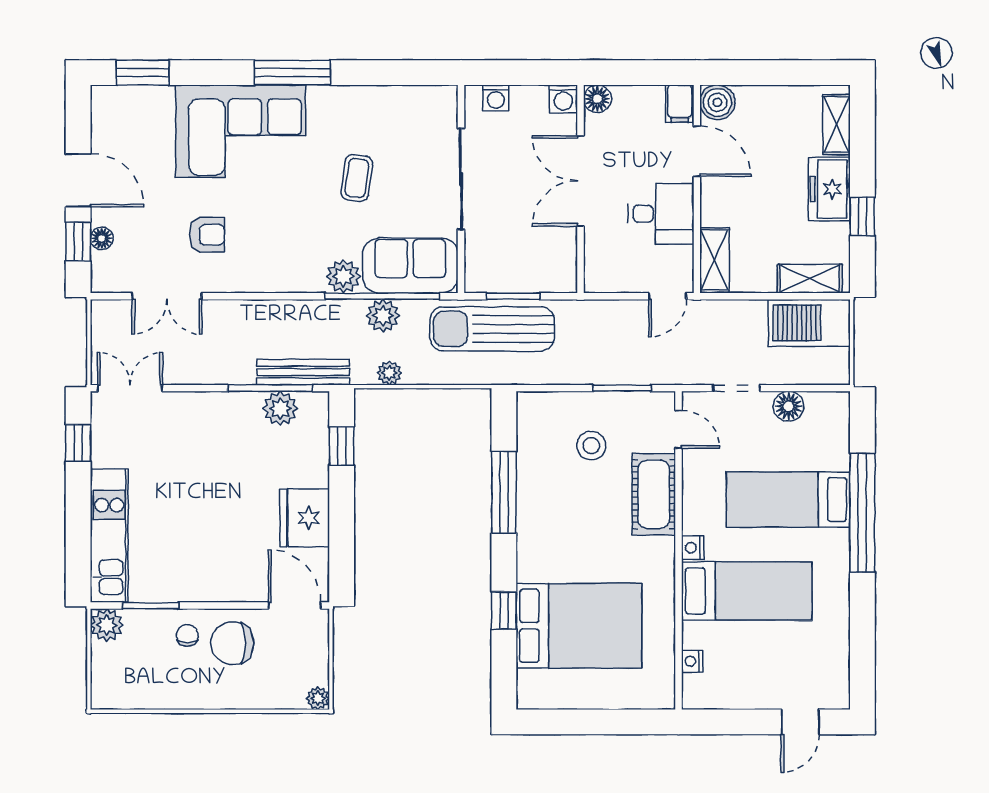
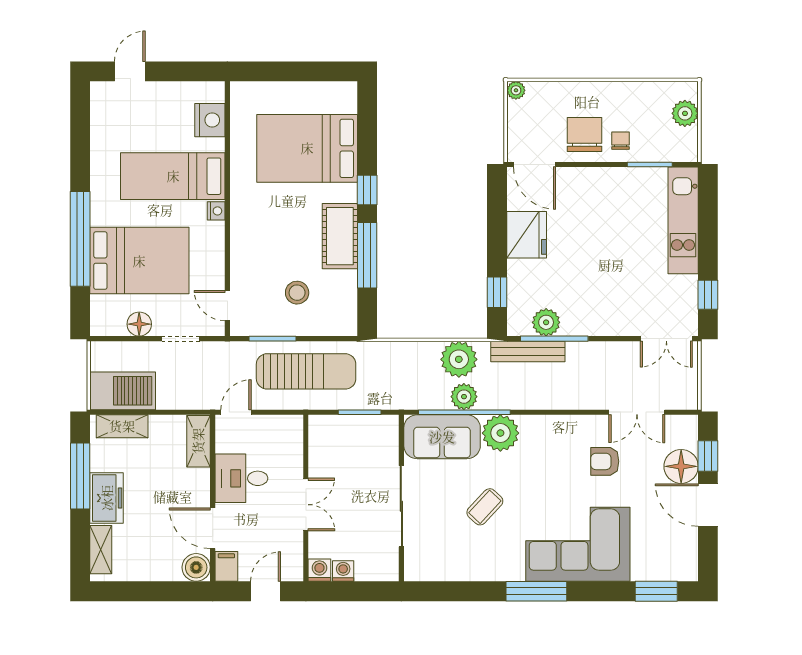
door: (631, 73) -> (266, 591), added
washing machine: (496, 98) -> (343, 571), moved
floor lamp: (597, 99) -> (292, 570), removed
coffee table: (357, 178) -> (485, 507), turned 35
double door: (580, 181) -> (306, 505), width x0.73
window: (862, 216) -> (80, 476), width x2.17
floor lamp: (102, 238) -> (681, 466), width x1.89, depth x1.89
plant: (343, 276) -> (500, 433), width x1.36, depth x1.36
double door: (167, 296) -> (637, 412), swing flipped
sun lounger: (492, 329) -> (306, 371), moved
plant: (389, 373) -> (459, 359), width x1.88, depth x1.88
cot: (654, 494) -> (340, 236), moved
bed: (788, 500) -> (139, 261), width x1.50
window: (504, 611) -> (367, 190), moved
plant: (107, 625) -> (685, 113), moved
chair: (187, 635) -> (621, 141), turned 180
chair: (232, 643) -> (585, 134), turned -90
nightstand: (692, 661) -> (210, 120), width x1.89, depth x1.79

